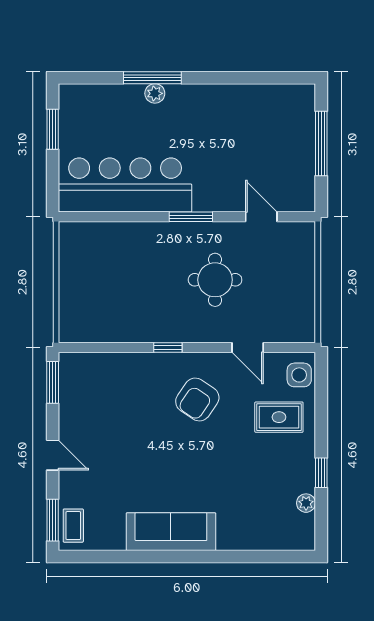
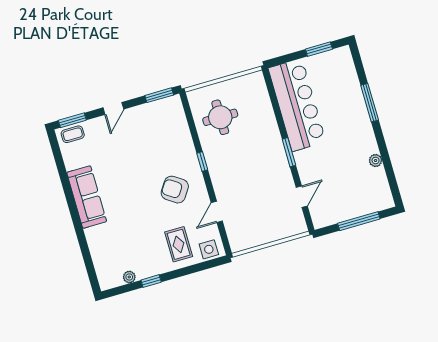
plant: (155, 93) -> (376, 160), moved
round table: (215, 280) -> (220, 117), moved

